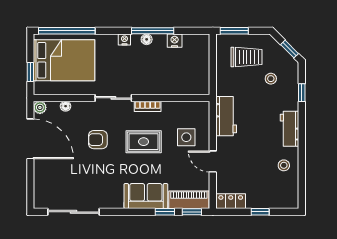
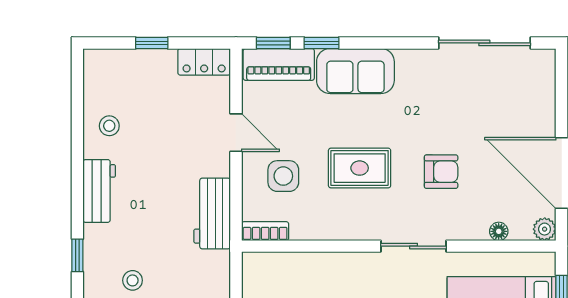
bookcase: (148, 106) -> (265, 231), moved

